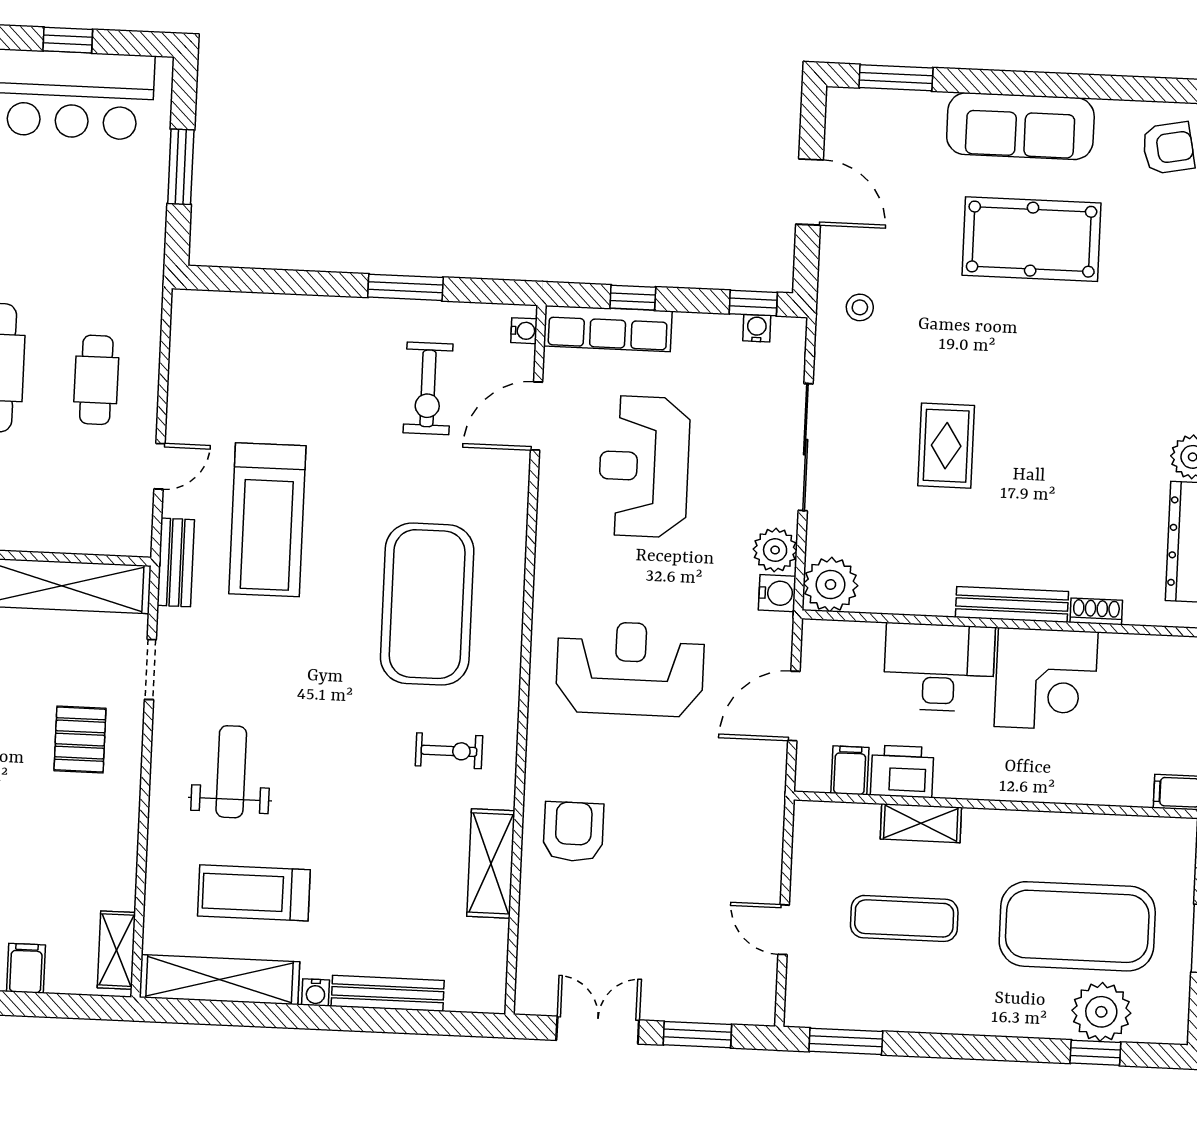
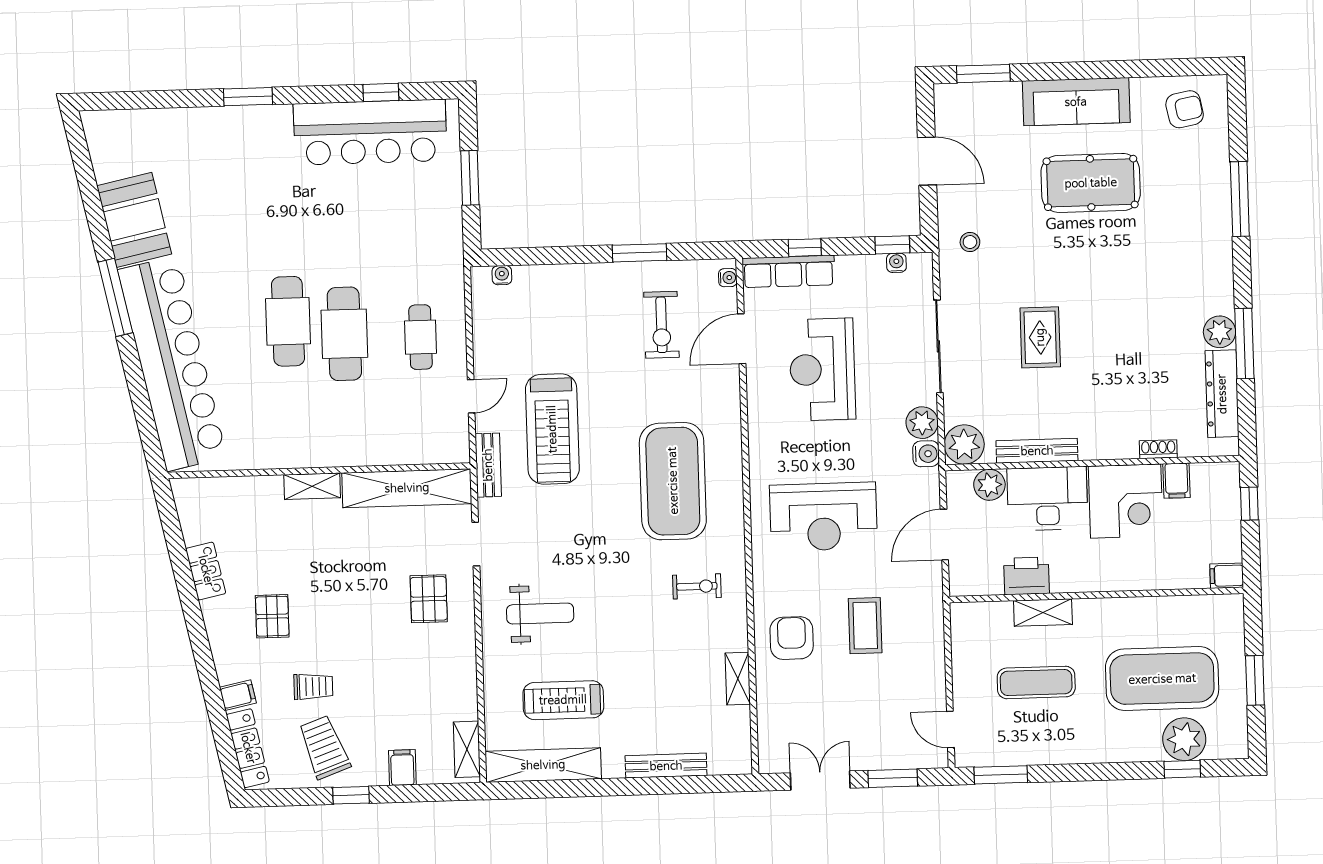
bench: (1012, 604) -> (1037, 451), moved
plant: (861, 642) -> (989, 485), added
reception desk: (630, 669) -> (823, 517), turned 180
filing cabinet: (850, 770) -> (1176, 481), moved, turned 180
weight bench: (231, 772) -> (540, 614), turned 90
coffee table: (676, 822) -> (865, 626), added
shelving: (491, 863) -> (738, 679), width x0.67, depth x0.75
door: (784, 930) -> (950, 730), moved
water cooler: (316, 992) -> (502, 275), moved, turned 180

